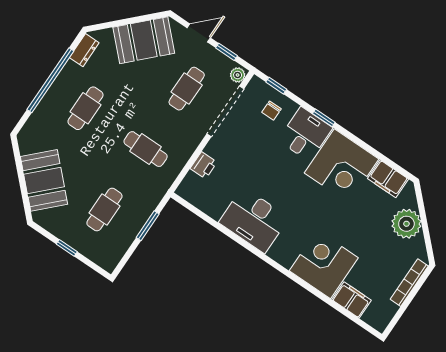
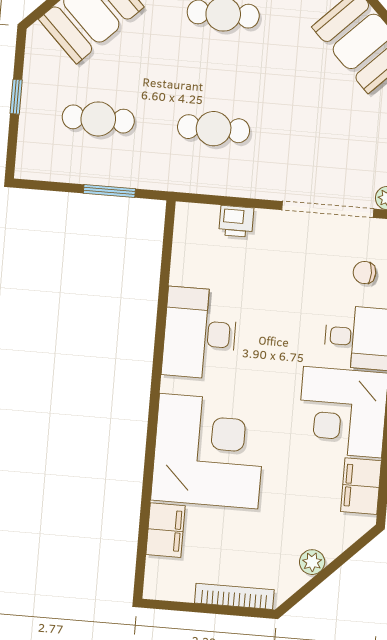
cafe table: (187, 89) -> (329, 138), removed
cafe table: (146, 149) -> (214, 129), turned 90
plant: (406, 224) -> (312, 562), width x0.53, depth x0.53
corner desk: (324, 264) -> (209, 451), width x1.36, depth x1.36

